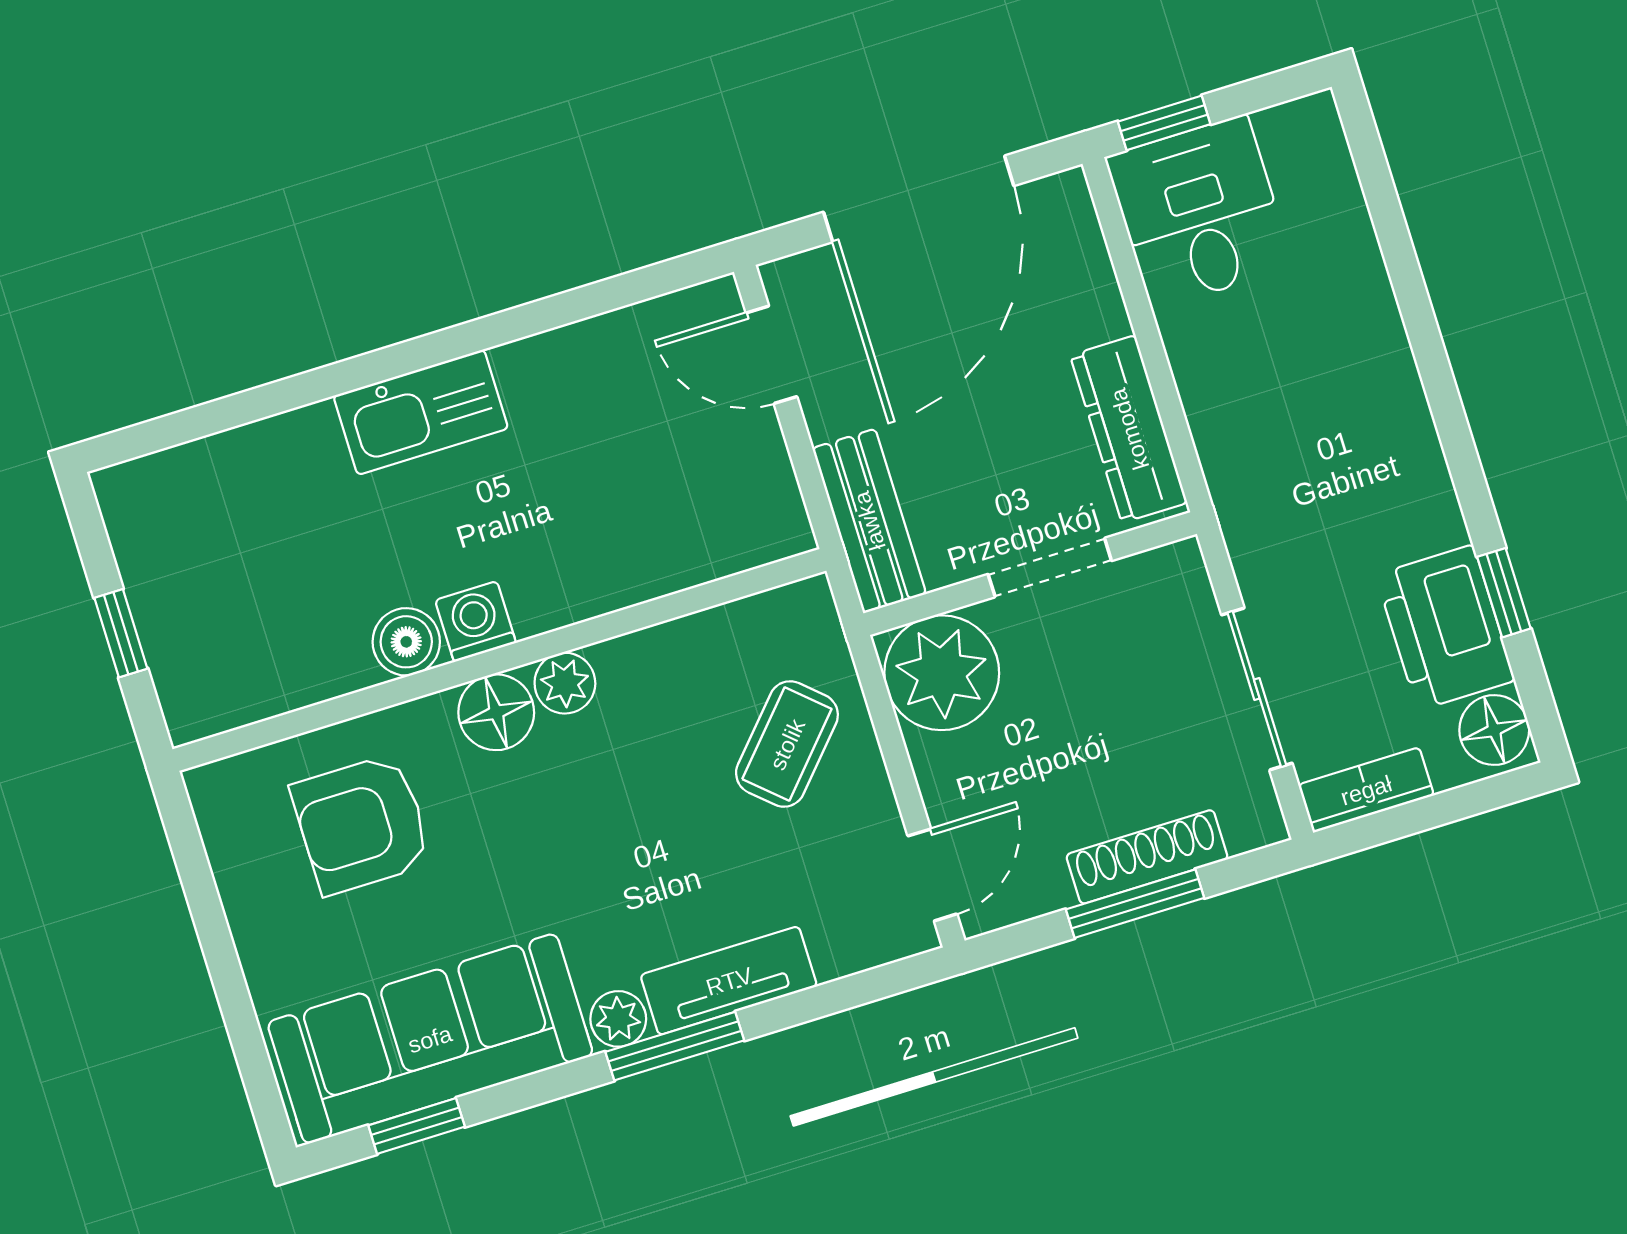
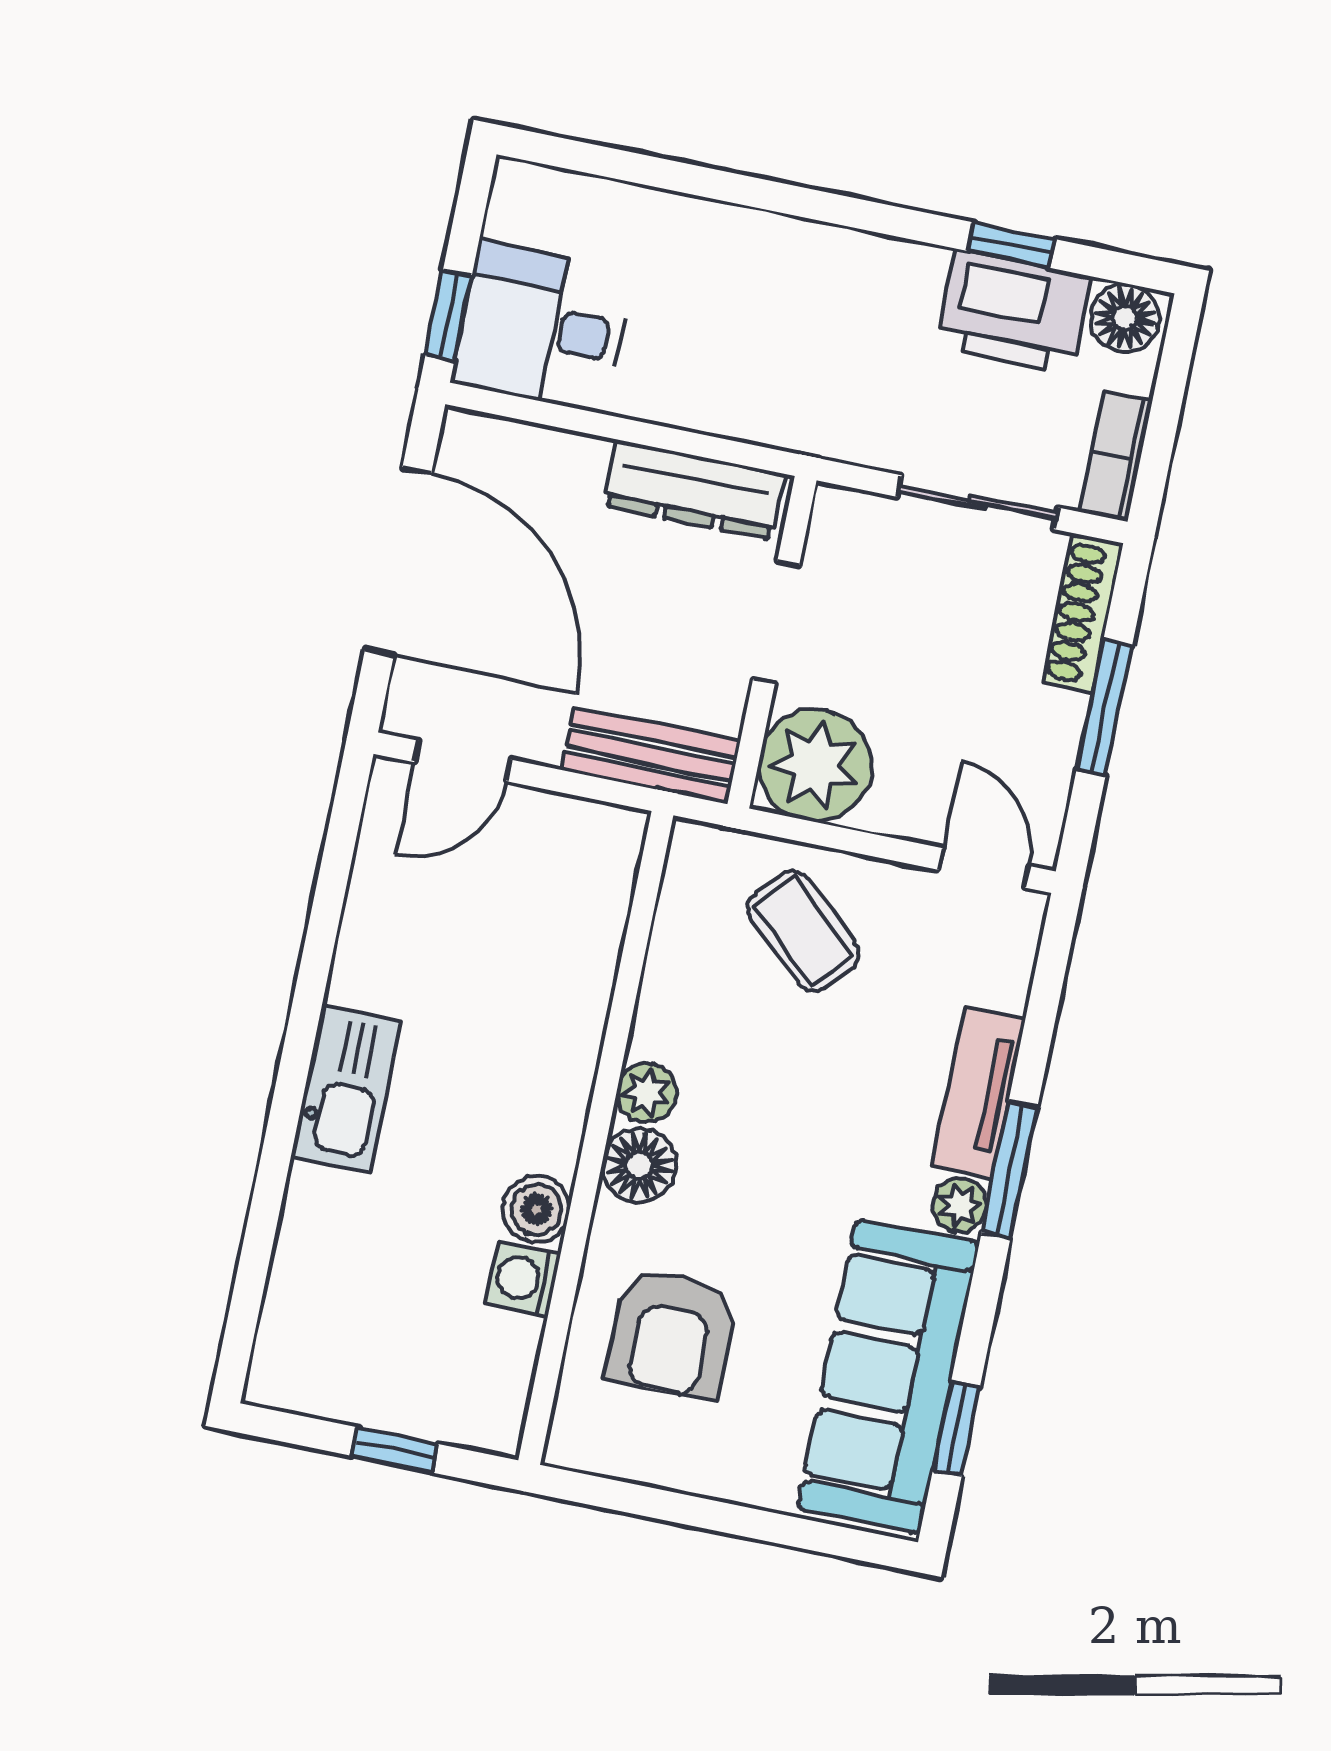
washing machine: (476, 622) -> (523, 1279), moved
shoe rack: (1147, 857) -> (1083, 614), moved

